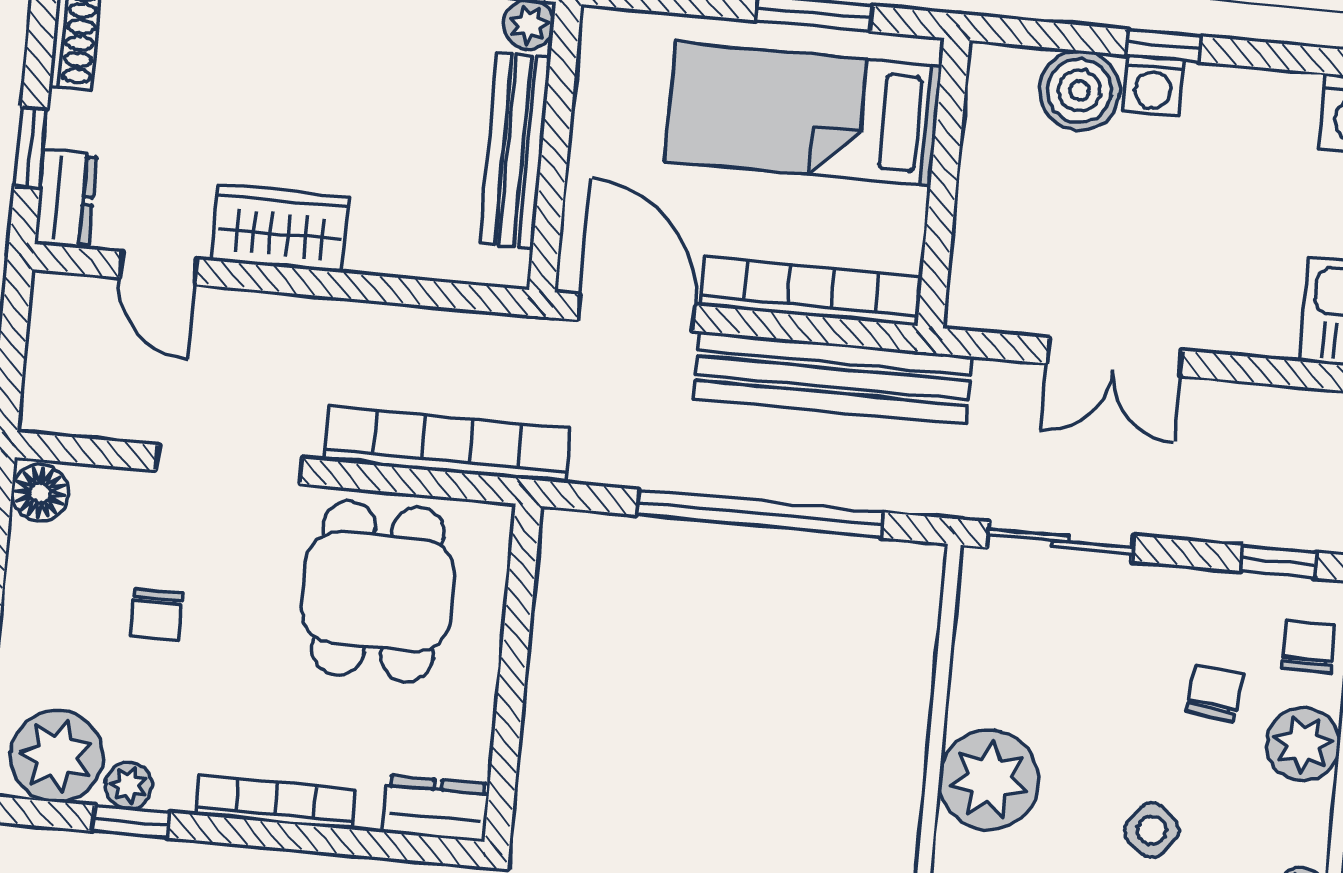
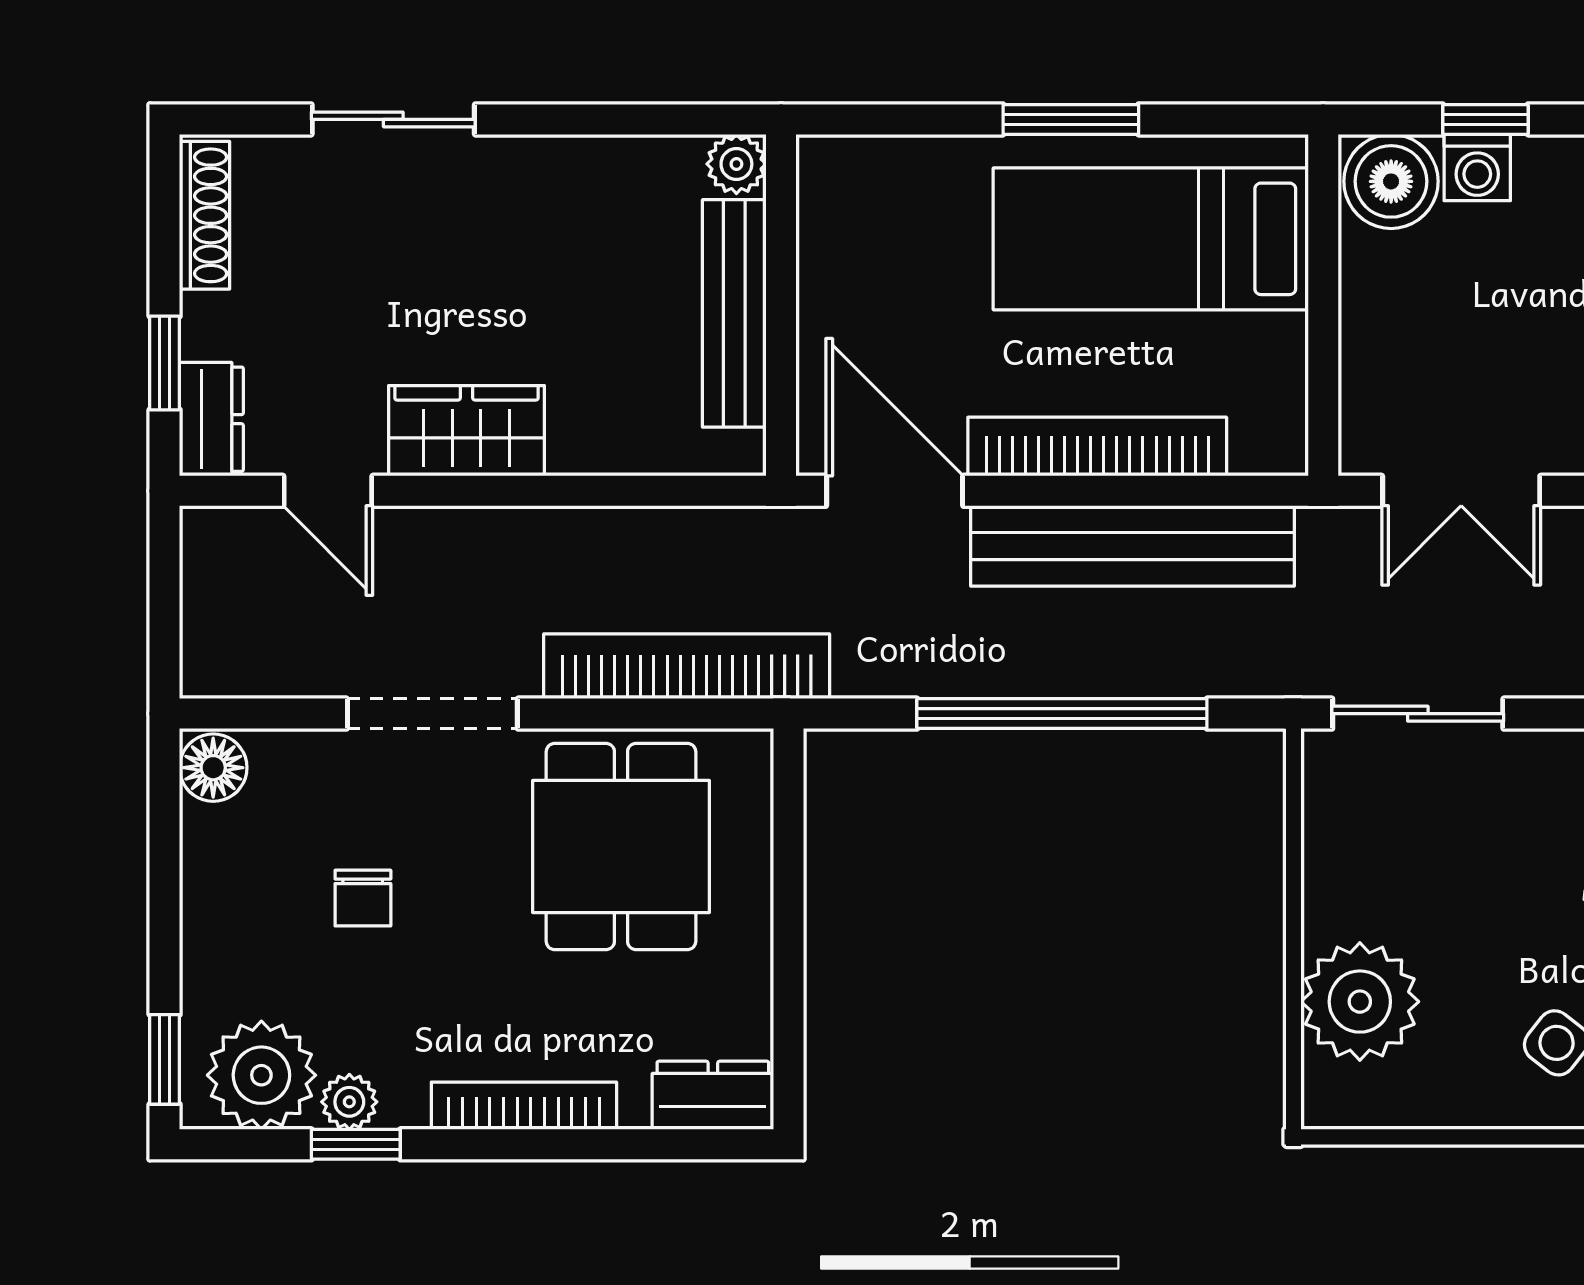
bed: (803, 114) -> (1151, 239), moved
wall: (944, 183) -> (1323, 305), moved

